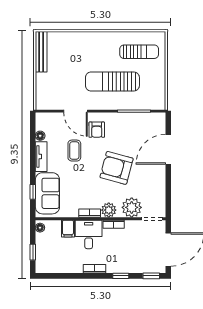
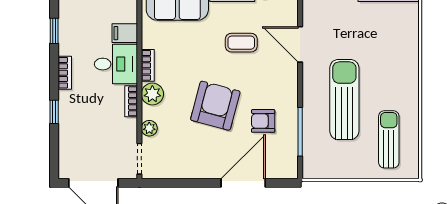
sun lounger: (139, 52) -> (389, 139), turned 180
door: (76, 111) -> (300, 44), hinge flipped
armchair: (97, 130) -> (263, 121), moved
door: (168, 149) -> (243, 183), hinge flipped
plant: (132, 207) -> (149, 128), width x0.53, depth x0.53
window: (151, 276) -> (54, 31), moved

